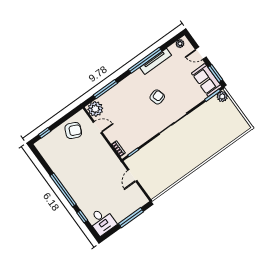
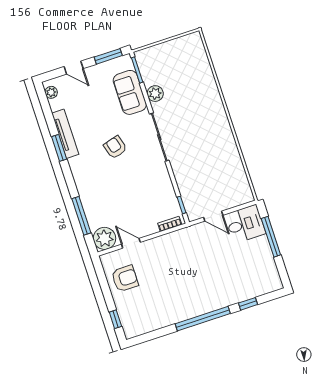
door: (201, 53) -> (74, 68), hinge flipped
window: (145, 60) -> (59, 148), width x0.47
sofa: (207, 80) -> (130, 92), moved, turned 90
plant: (222, 97) -> (155, 94), moved
door: (98, 127) -> (131, 243), hinge flipped
armchair: (73, 131) -> (125, 278), turned 66
desk: (102, 221) -> (245, 224), moved

